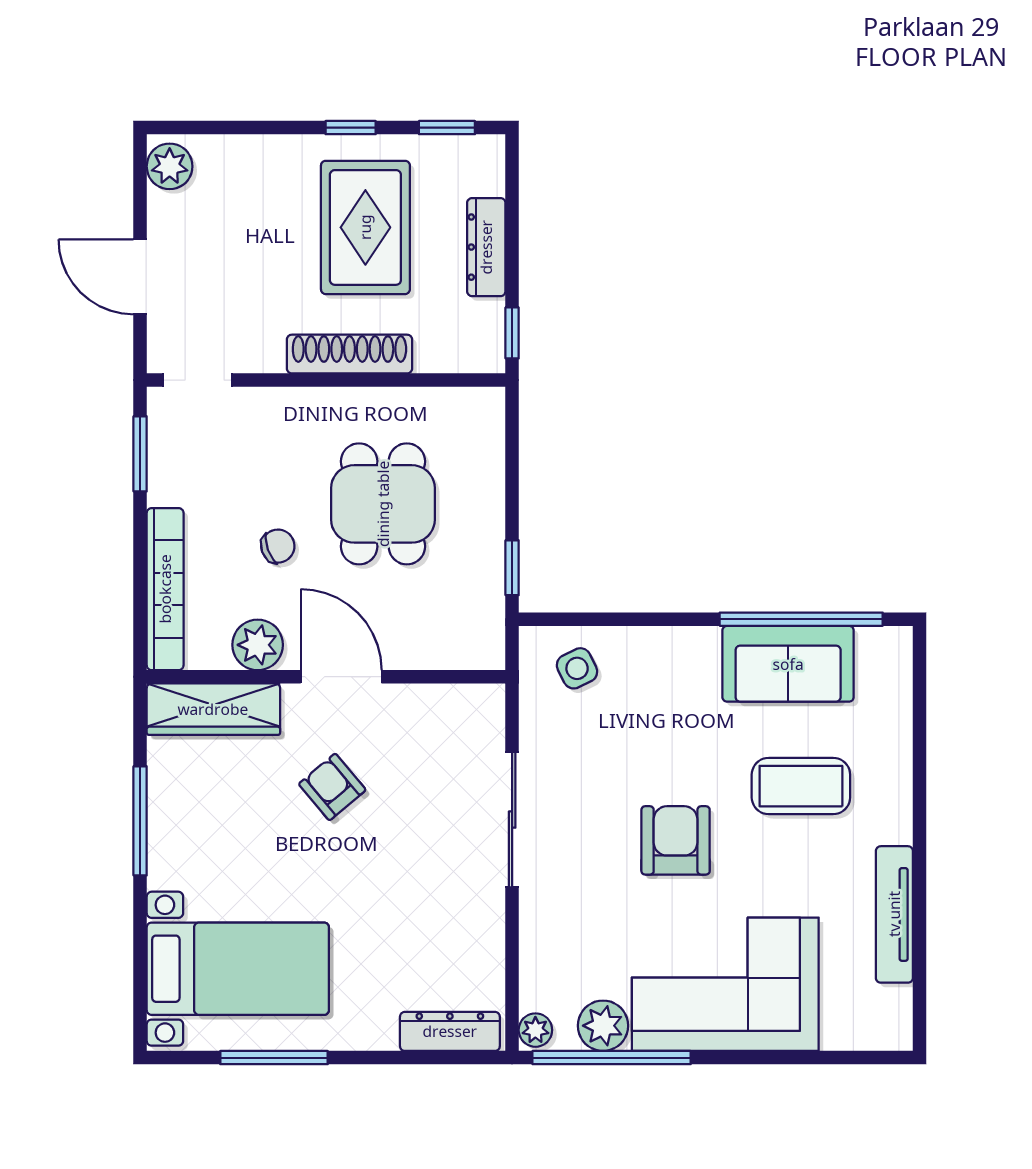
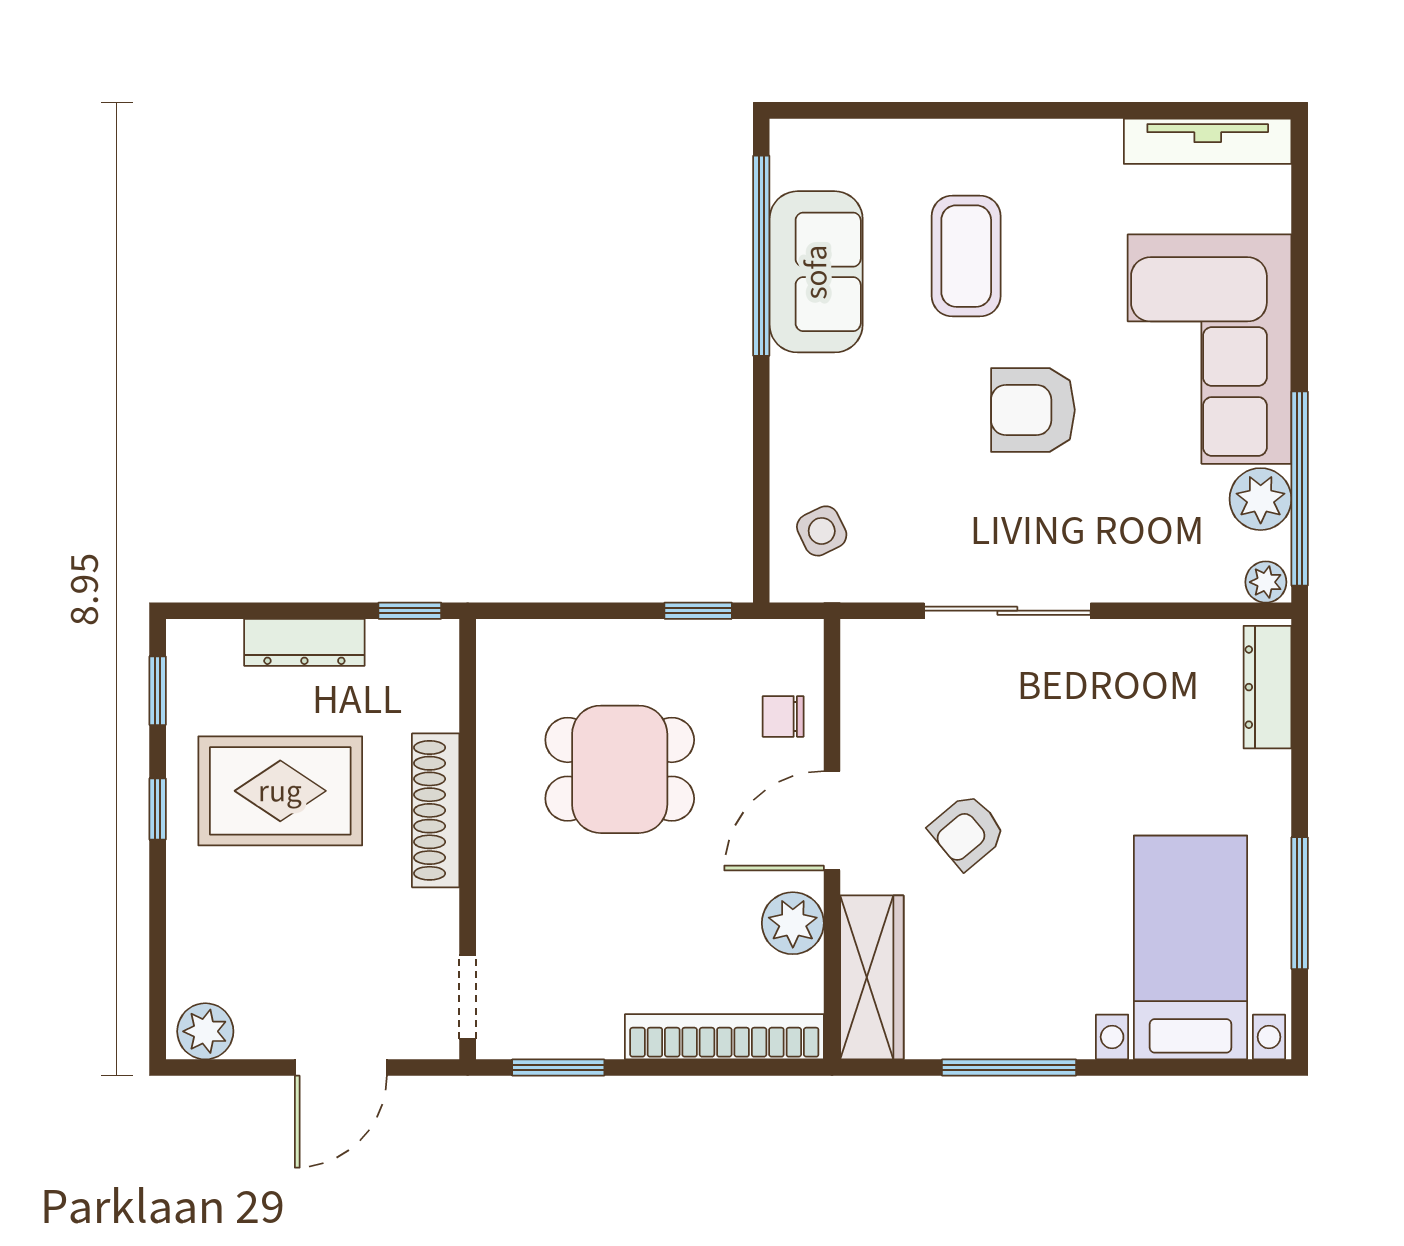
chair: (278, 546) -> (783, 716), moved, turned -70
tv unit: (894, 914) -> (1208, 141), moved

